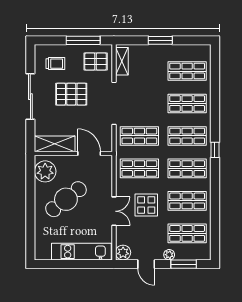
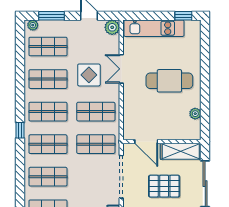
shelving: (55, 144) -> (181, 151), moved
wall: (73, 154) -> (162, 141), moved
door: (89, 154) -> (146, 141), moved
plant: (45, 171) -> (195, 114), width x0.53, depth x0.53
cafe table: (66, 199) -> (169, 81), turned 38
plant: (169, 255) -> (33, 25), moved
window: (52, 264) -> (183, 16), added

